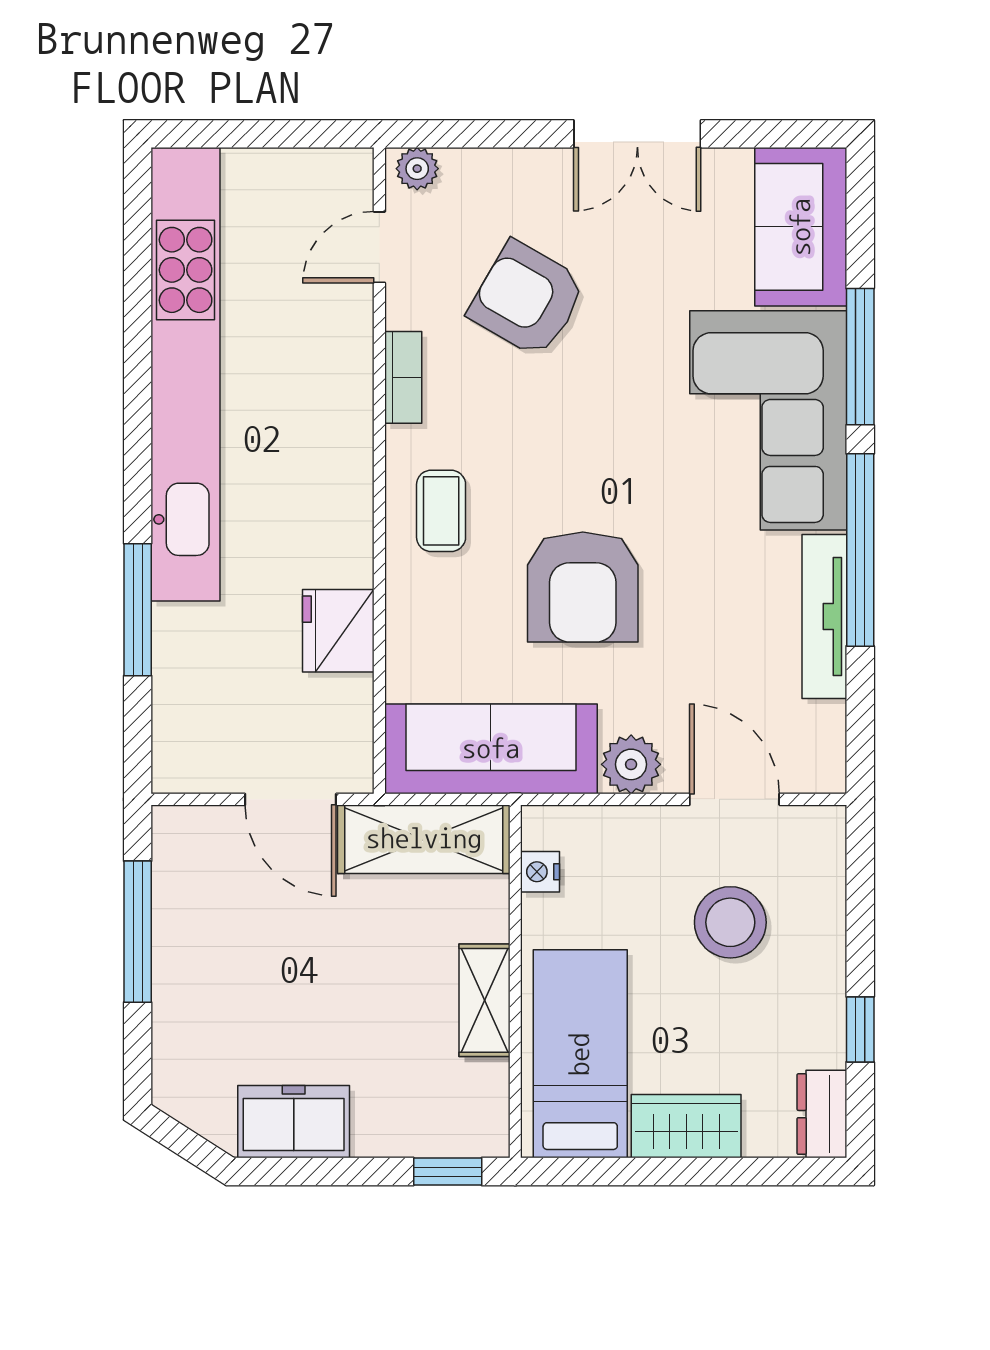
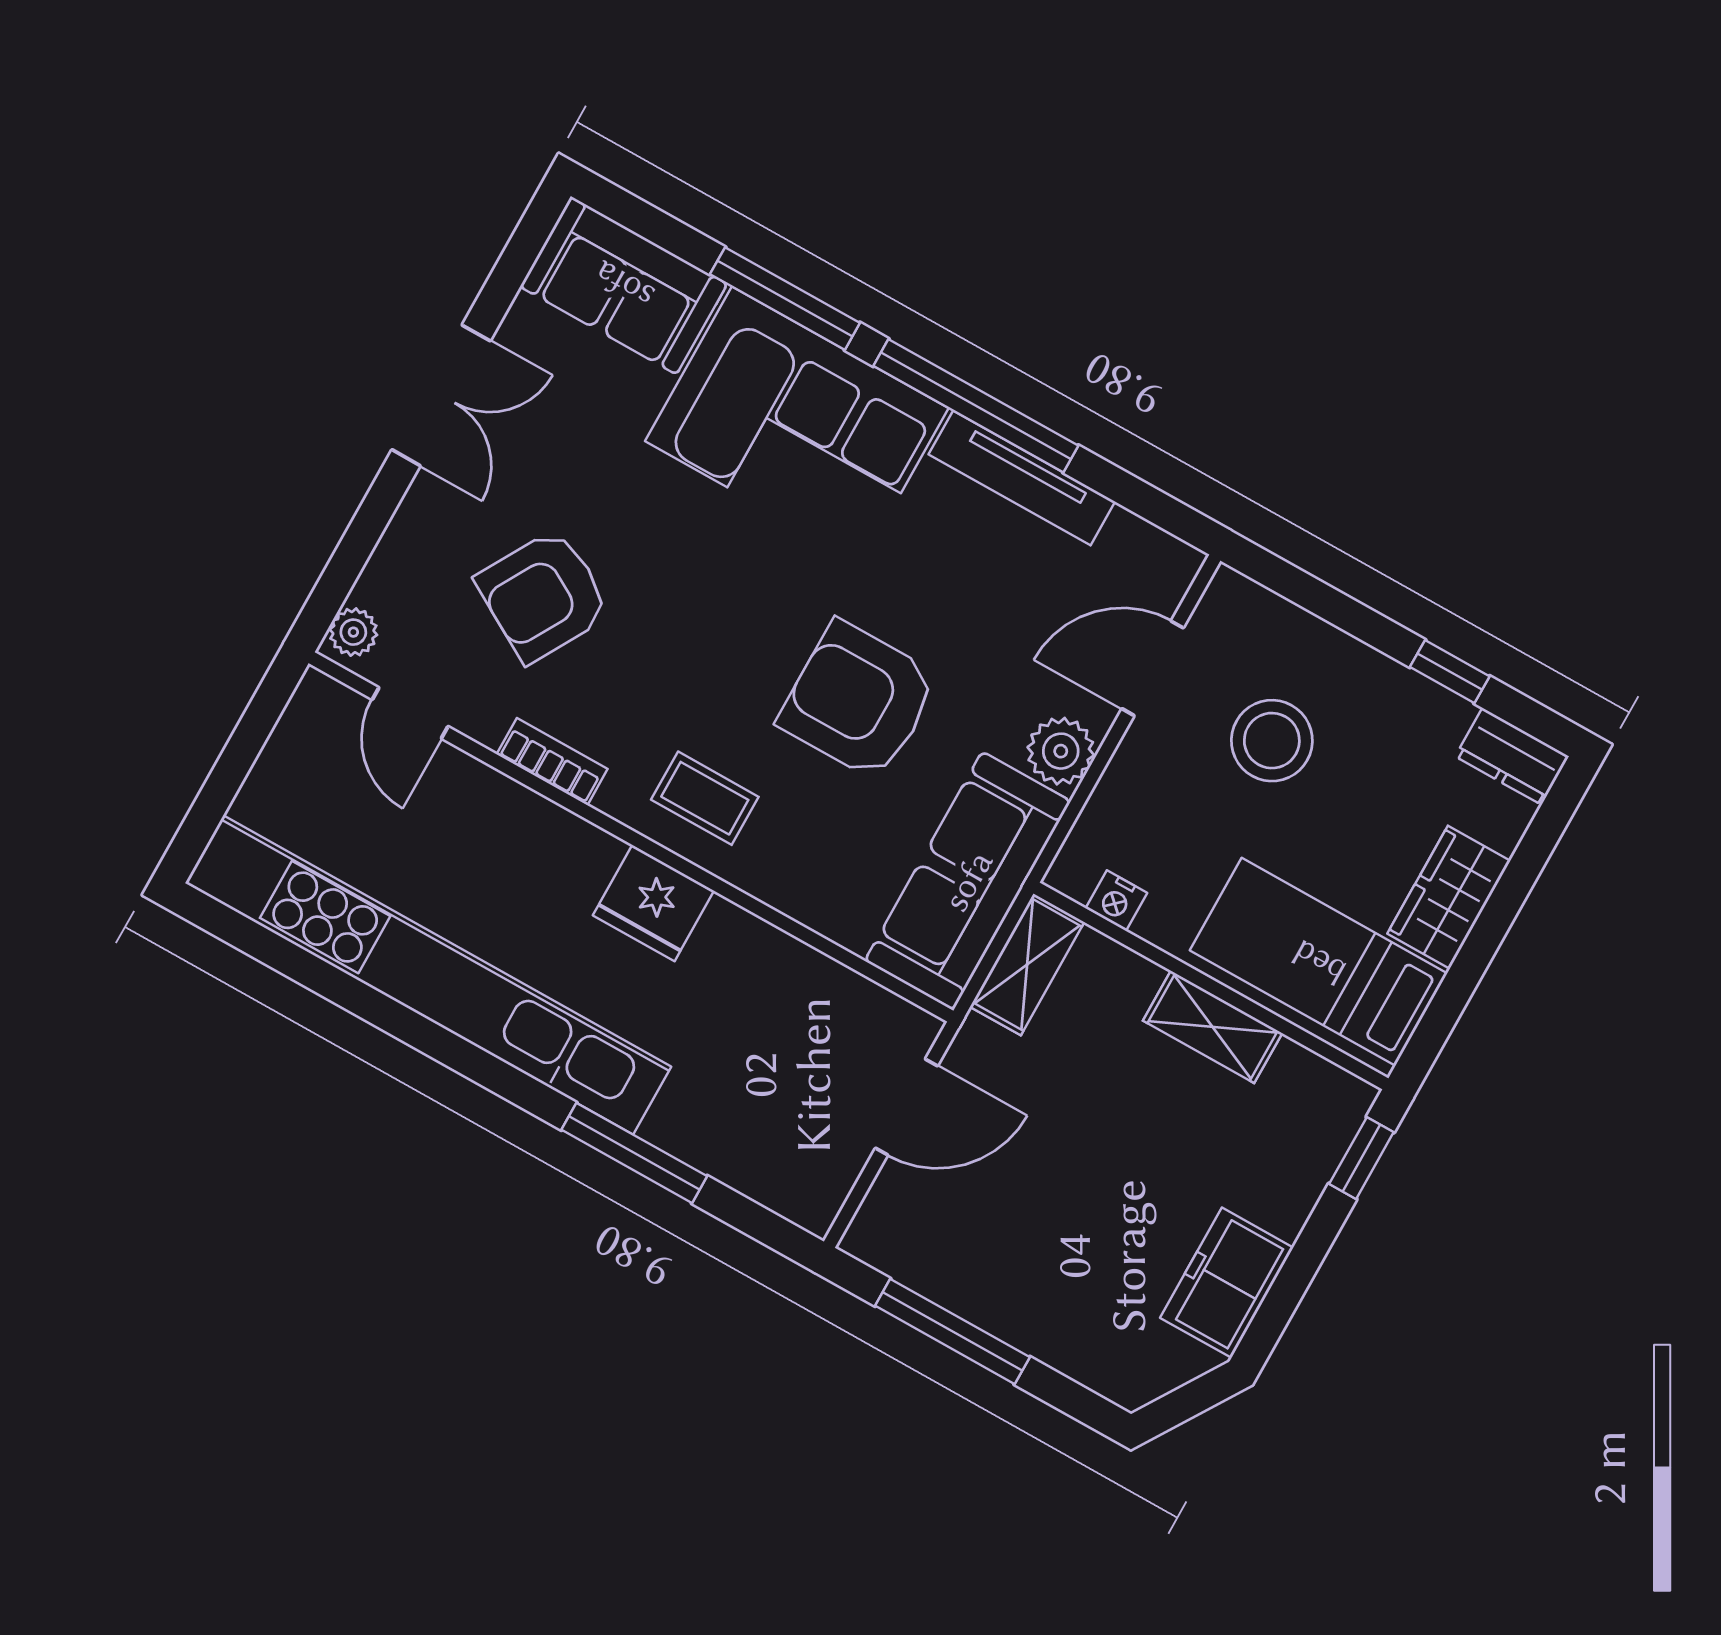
armchair: (583, 587) -> (859, 700), turned 180
fridge: (338, 631) -> (653, 903), moved
shelving: (424, 839) -> (1027, 964), width x0.67, depth x0.75

